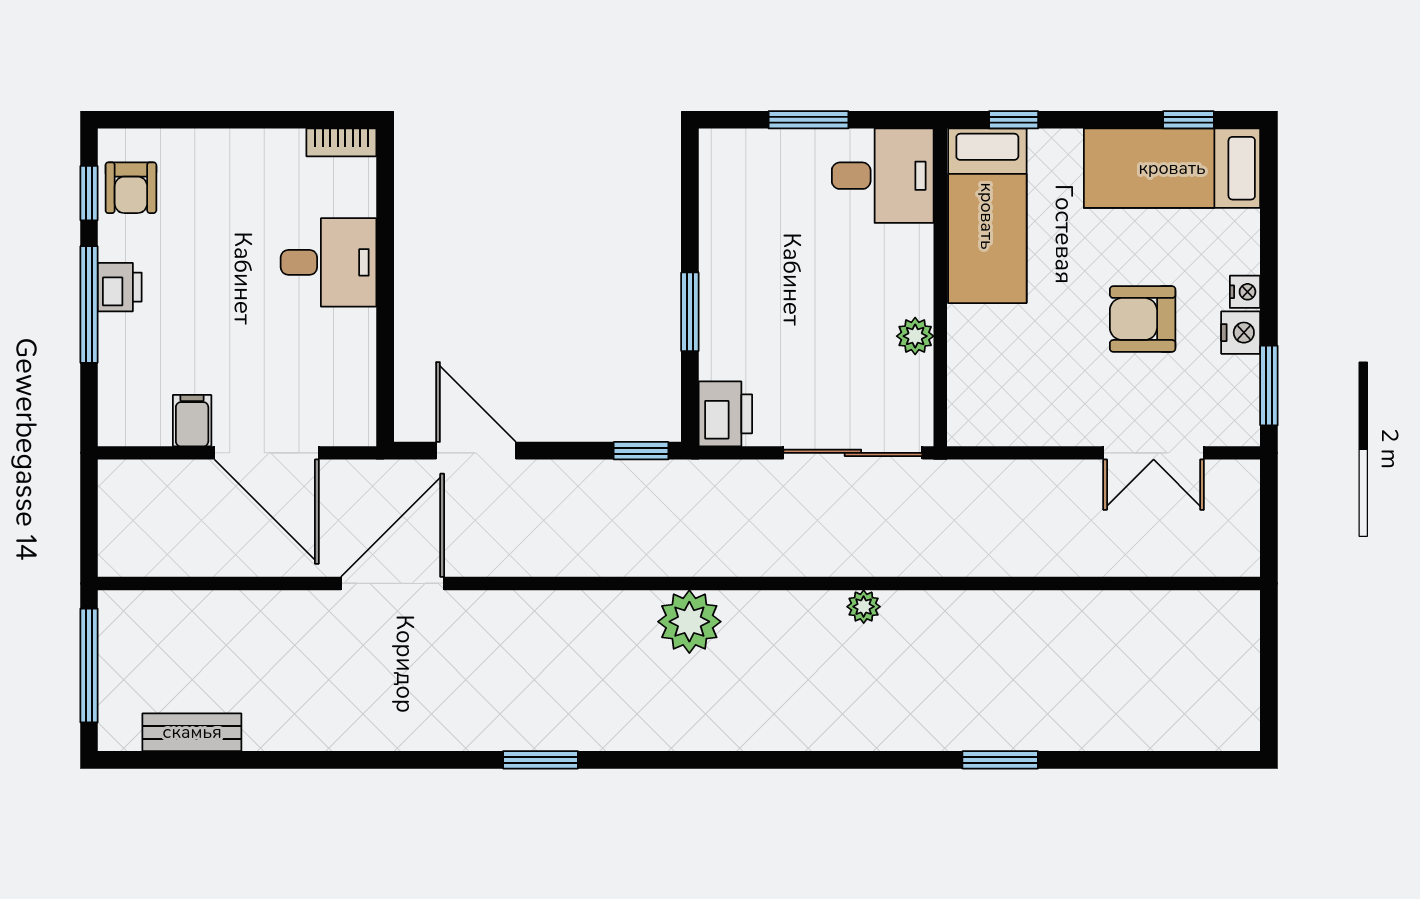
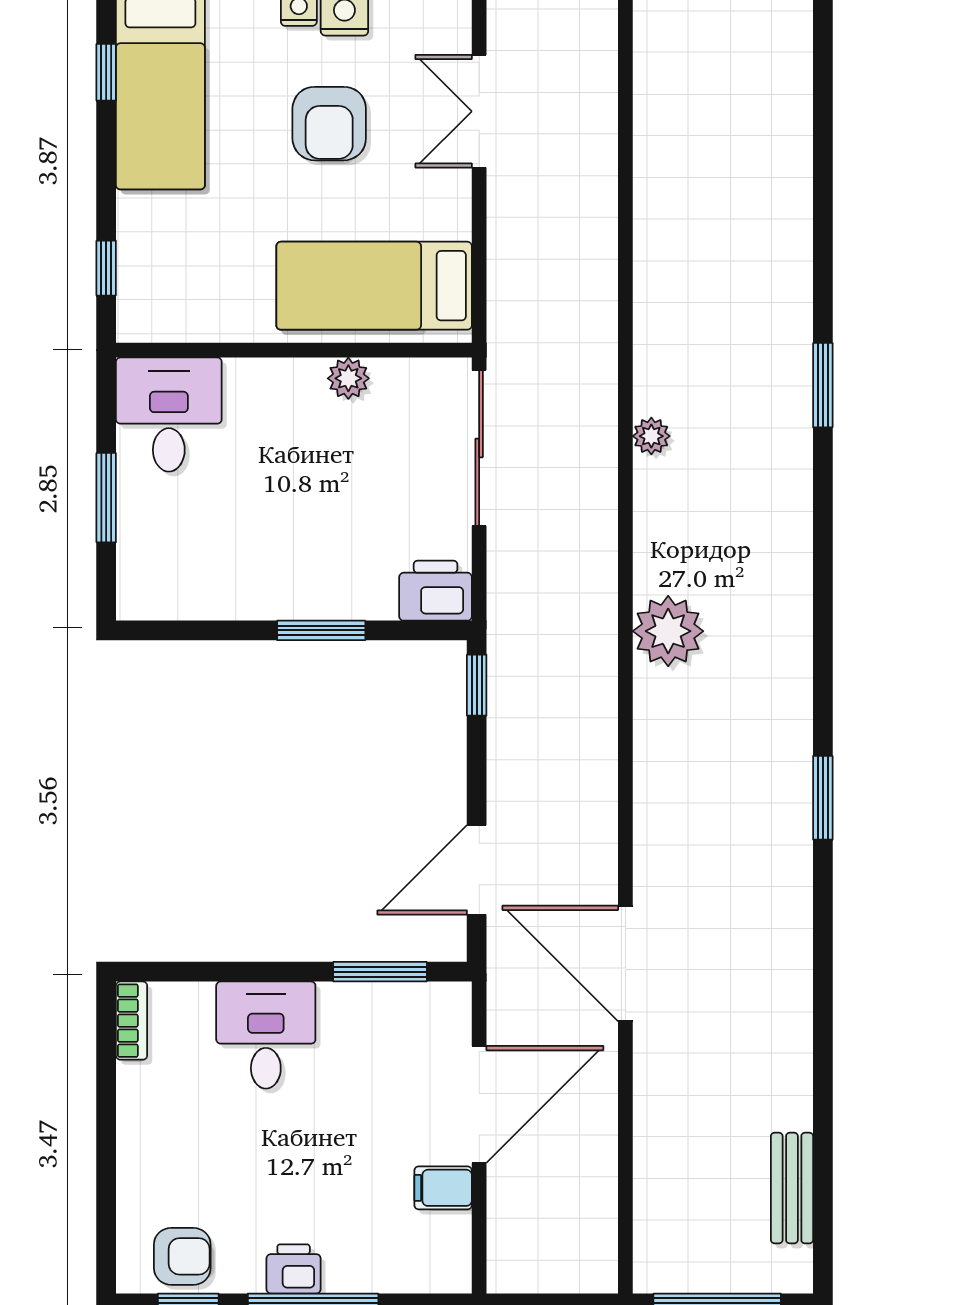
bed: (987, 216) -> (374, 286), moved, turned 180
window: (385, 364) -> (380, 972), added
double door: (1154, 453) -> (479, 111), swing flipped
window: (1000, 760) -> (823, 385), moved

